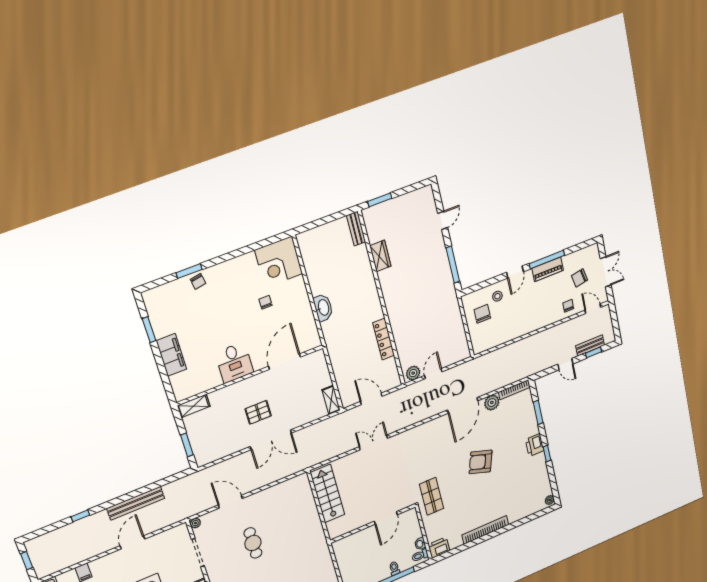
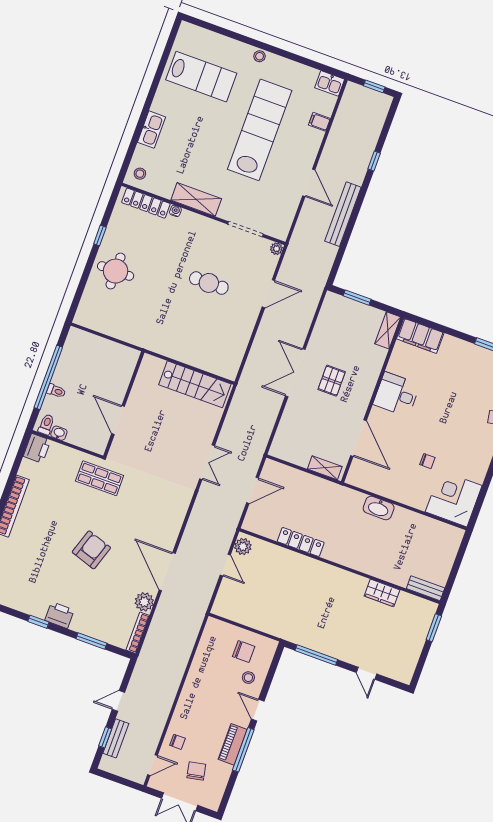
filing cabinet: (171, 355) -> (420, 336), moved
shelving: (331, 400) -> (325, 468), moved

